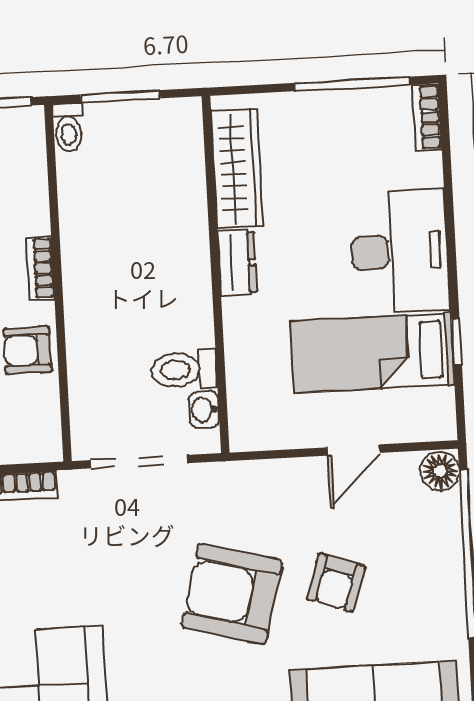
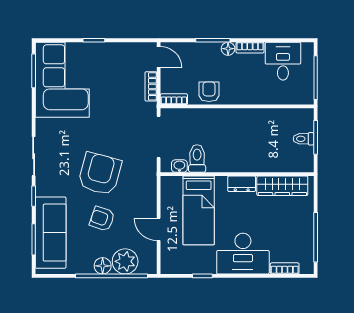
bookcase: (427, 117) -> (285, 268), moved
toilet: (68, 128) -> (304, 139), moved
bookcase: (40, 268) -> (174, 99), moved
bed: (373, 353) -> (199, 210), moved, turned 180
floor lamp: (440, 471) -> (103, 266), moved
plant: (432, 524) -> (125, 261), added

